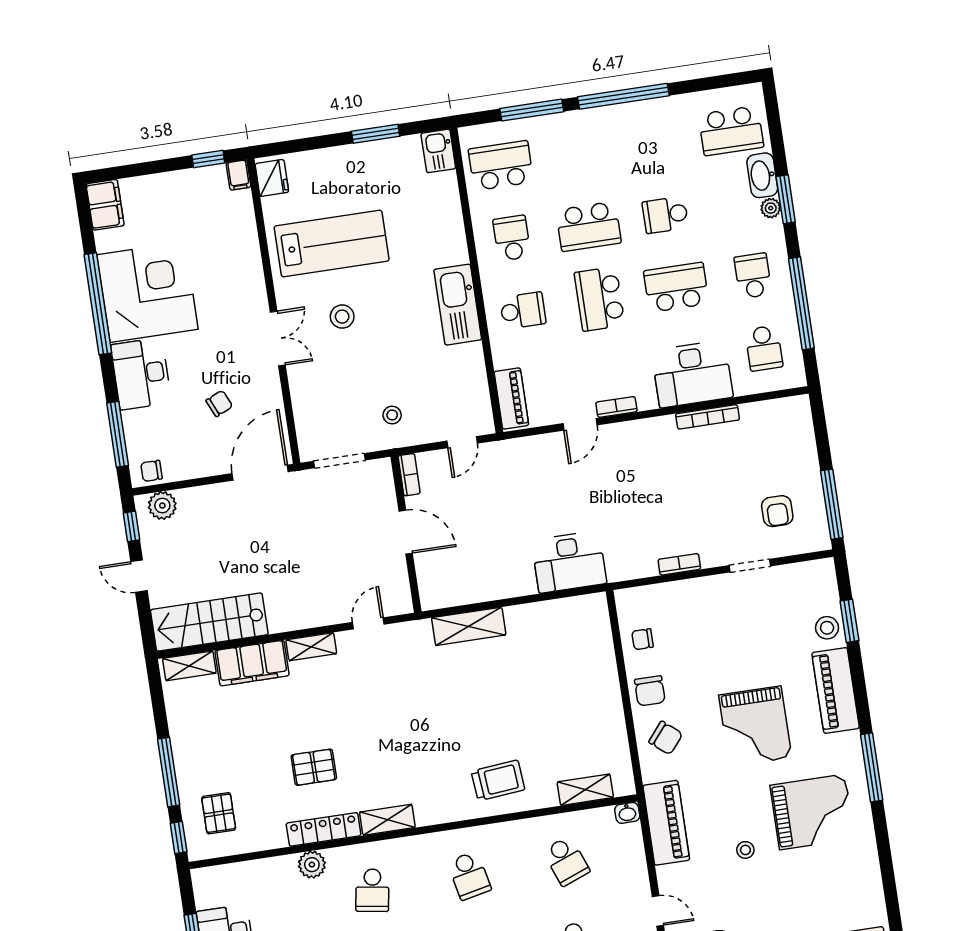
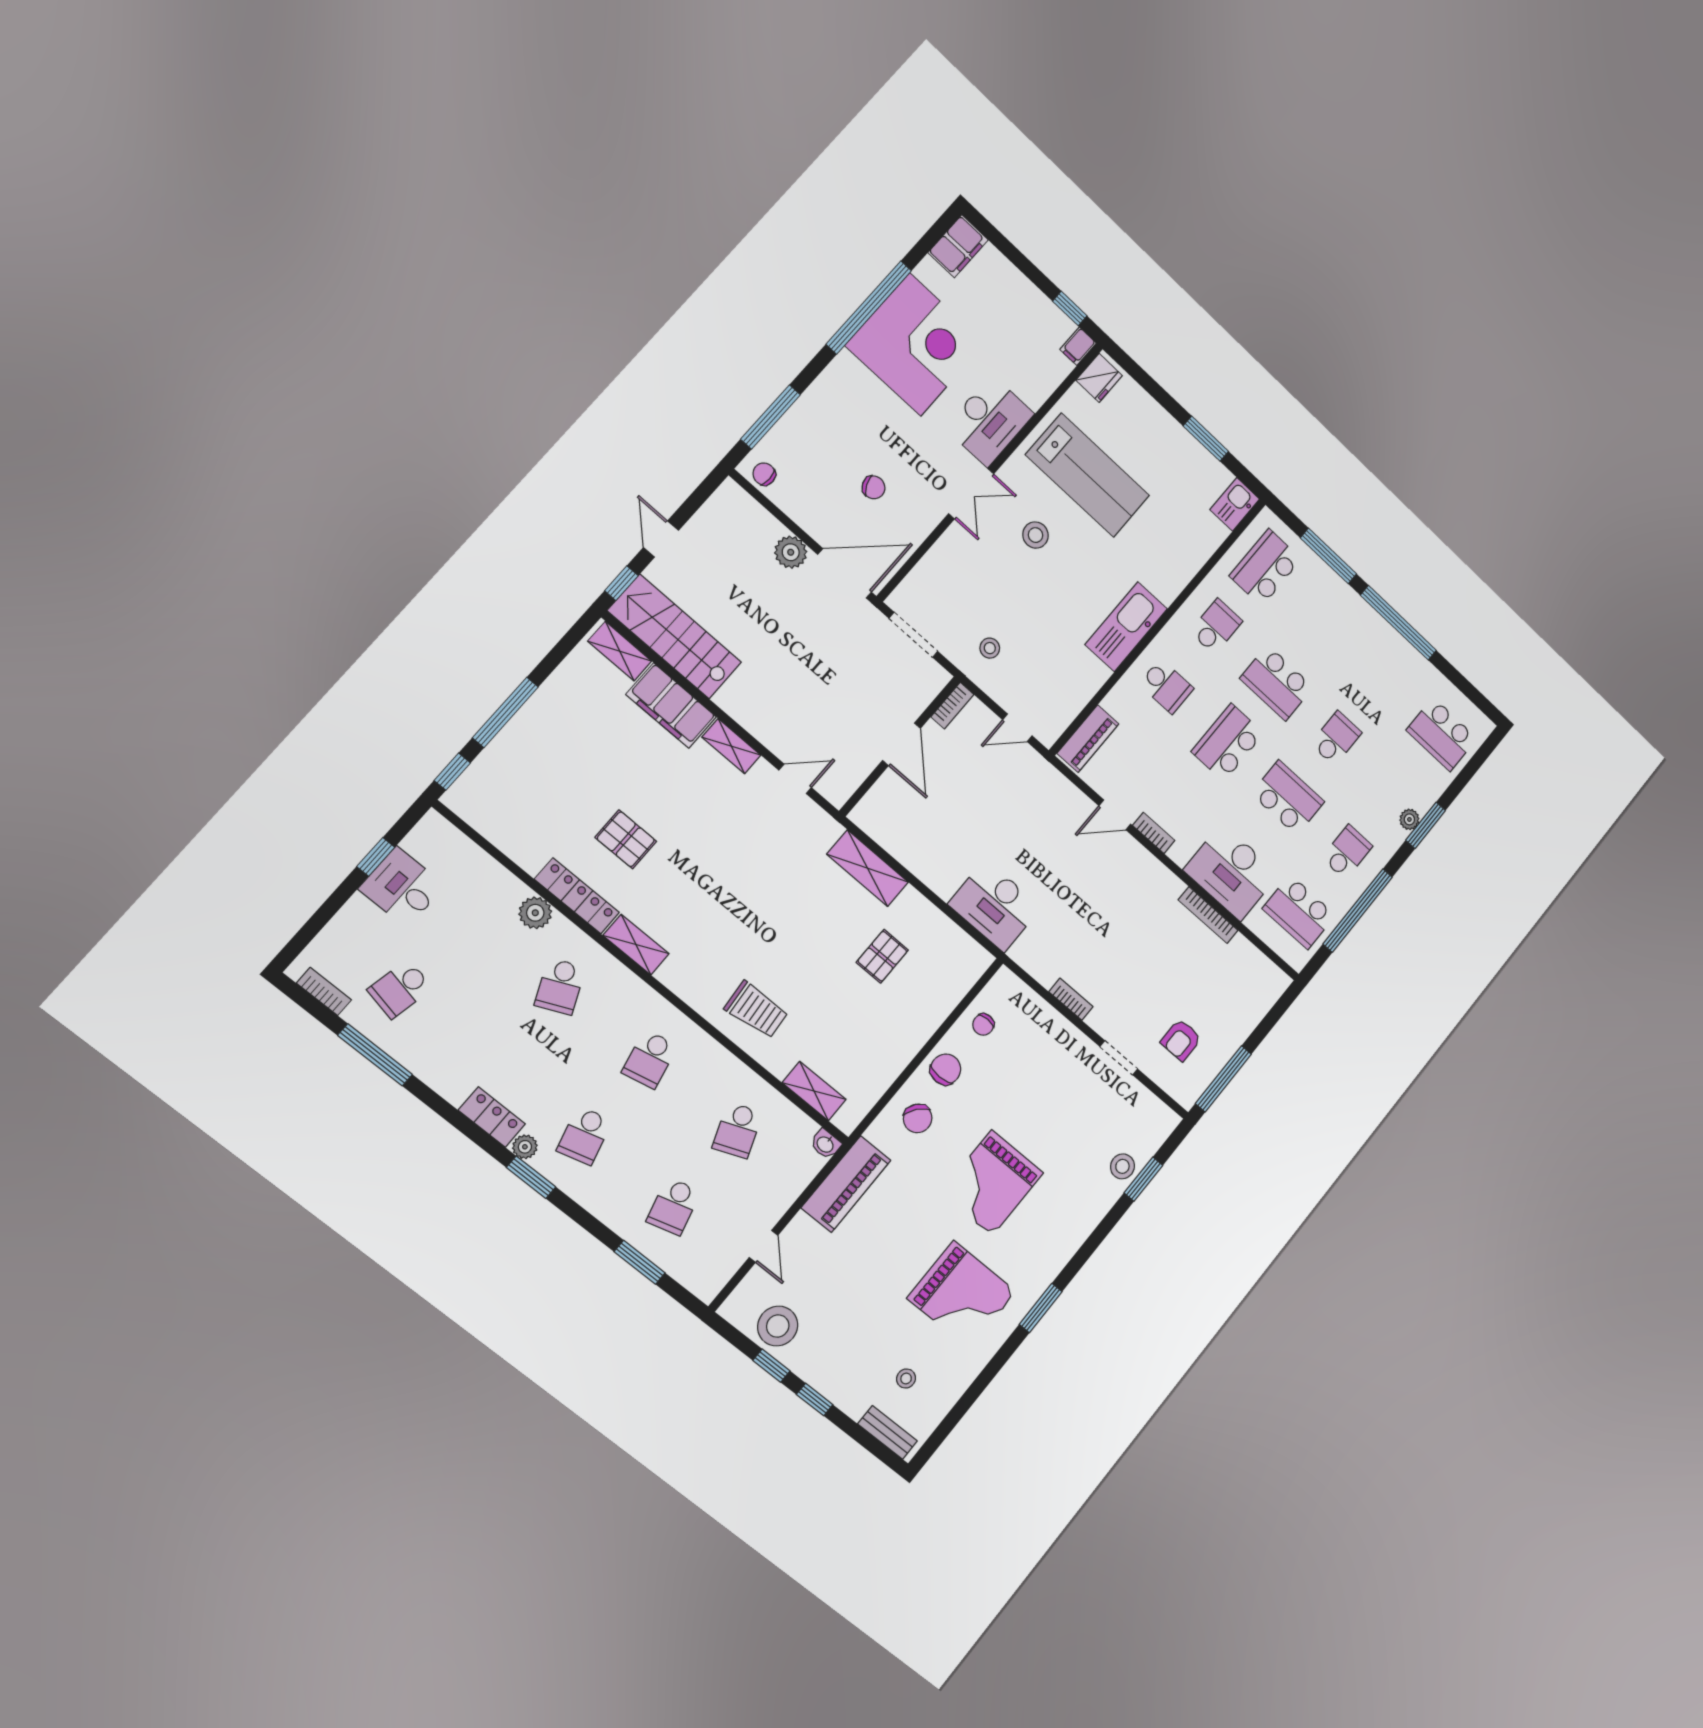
school desk: (501, 166) -> (1265, 567), turned -90
washbasin: (762, 175) -> (1428, 790), removed
school desk: (665, 215) -> (1336, 738), turned 90
school desk: (764, 348) -> (1299, 912), width x1.85
desk: (141, 374) -> (990, 421), moved, turned 180
plant: (162, 506) -> (791, 552), moved
window: (131, 526) -> (621, 583), moved
chair: (643, 639) -> (983, 1024), turned -90
piano: (836, 690) -> (1078, 1220), removed
chair: (650, 691) -> (946, 1069), turned 180
window: (872, 767) -> (1041, 1308), width x0.69
pallet: (219, 813) -> (882, 956), moved
stool: (745, 850) -> (906, 1379), moved
school desk: (372, 890) -> (560, 986), turned -33

